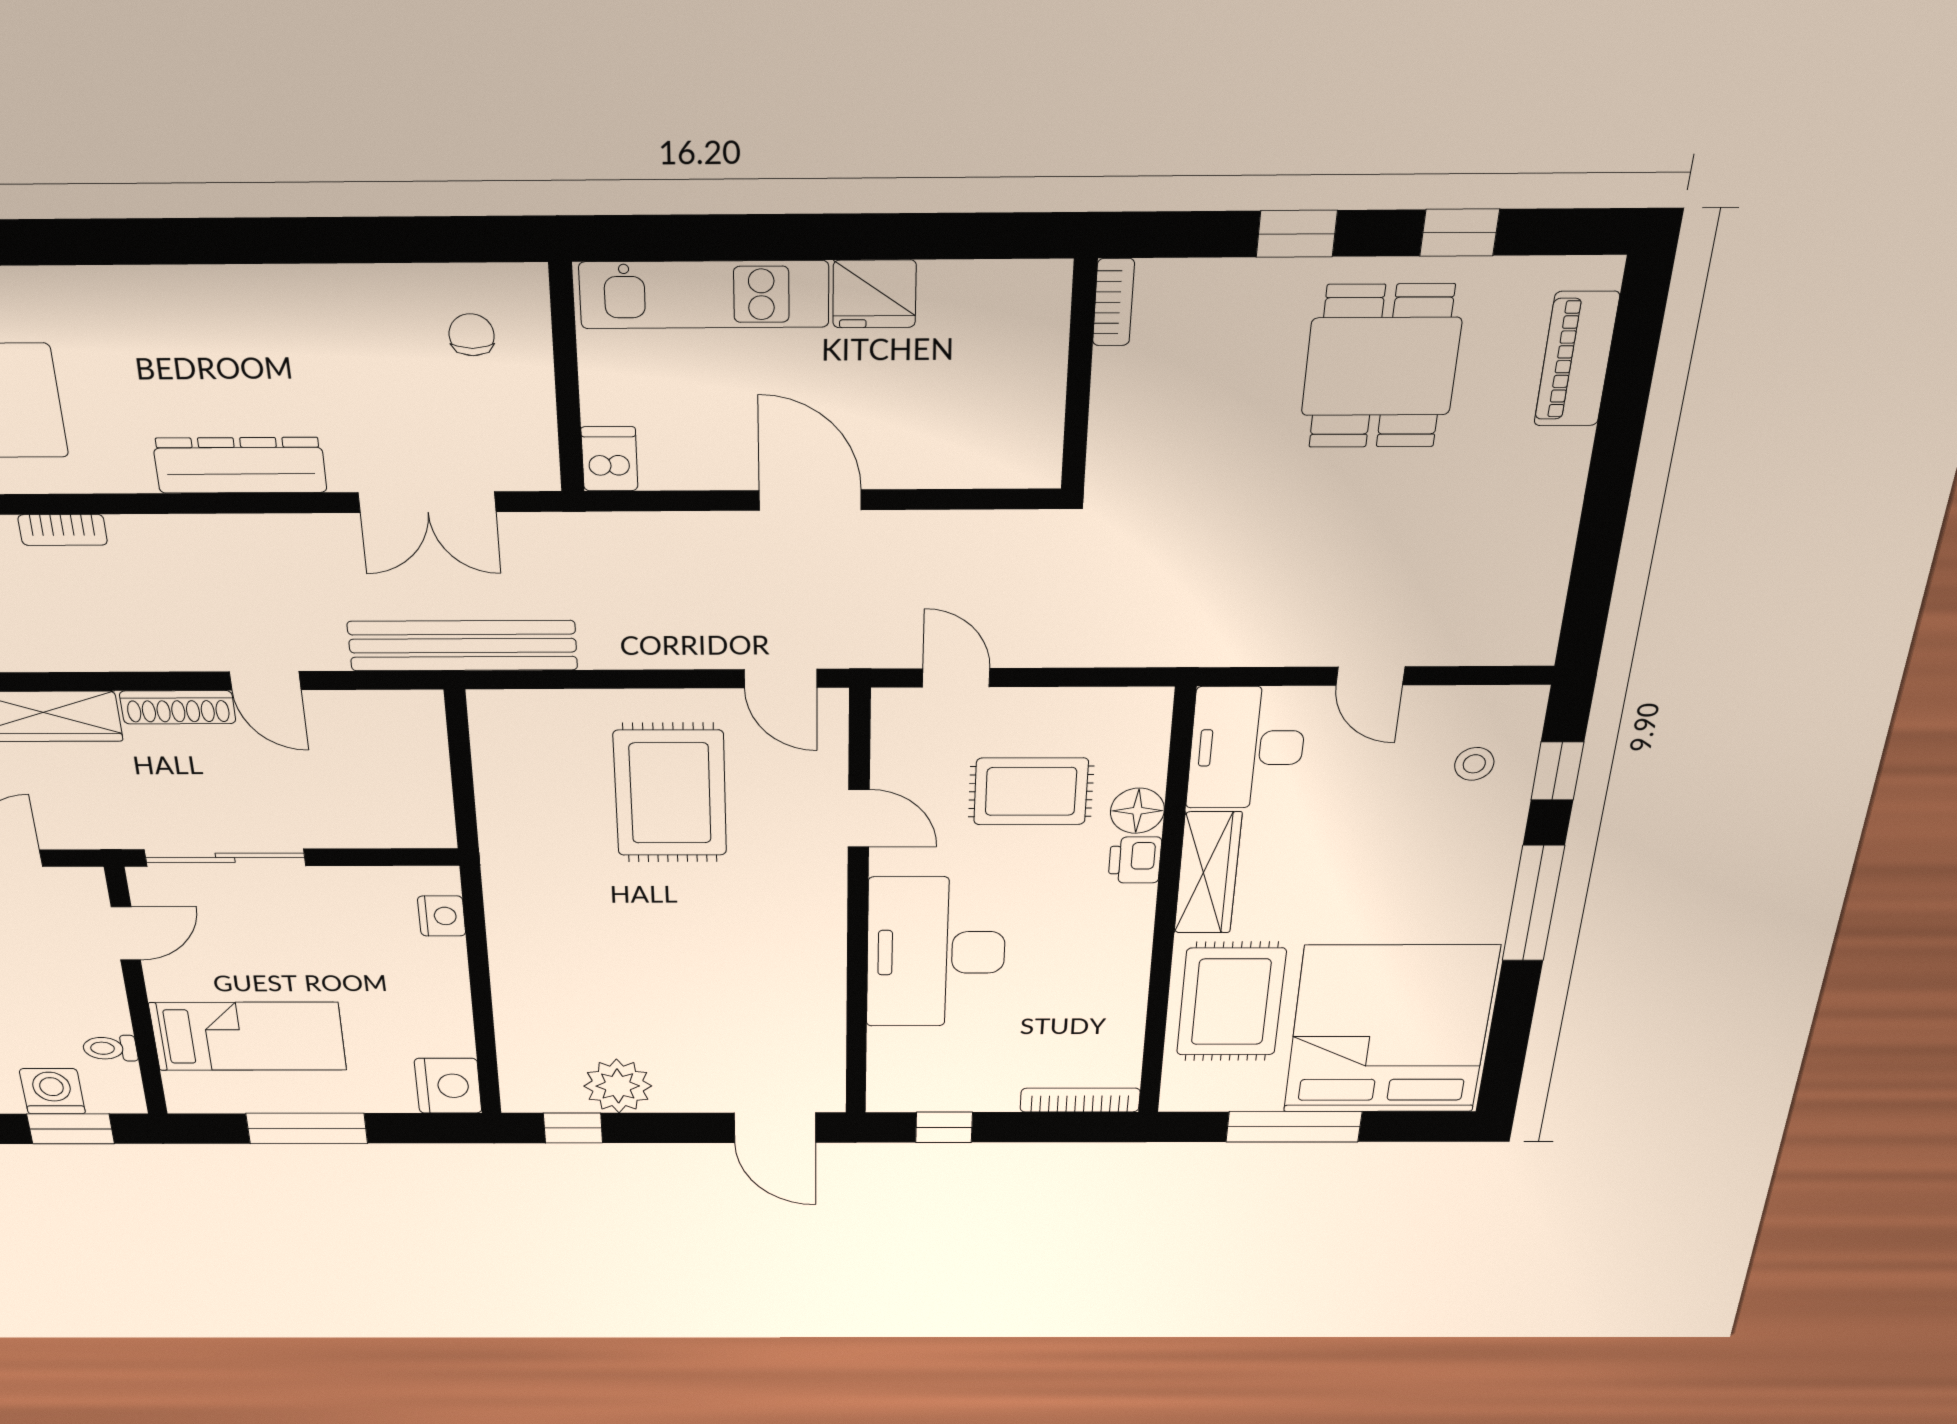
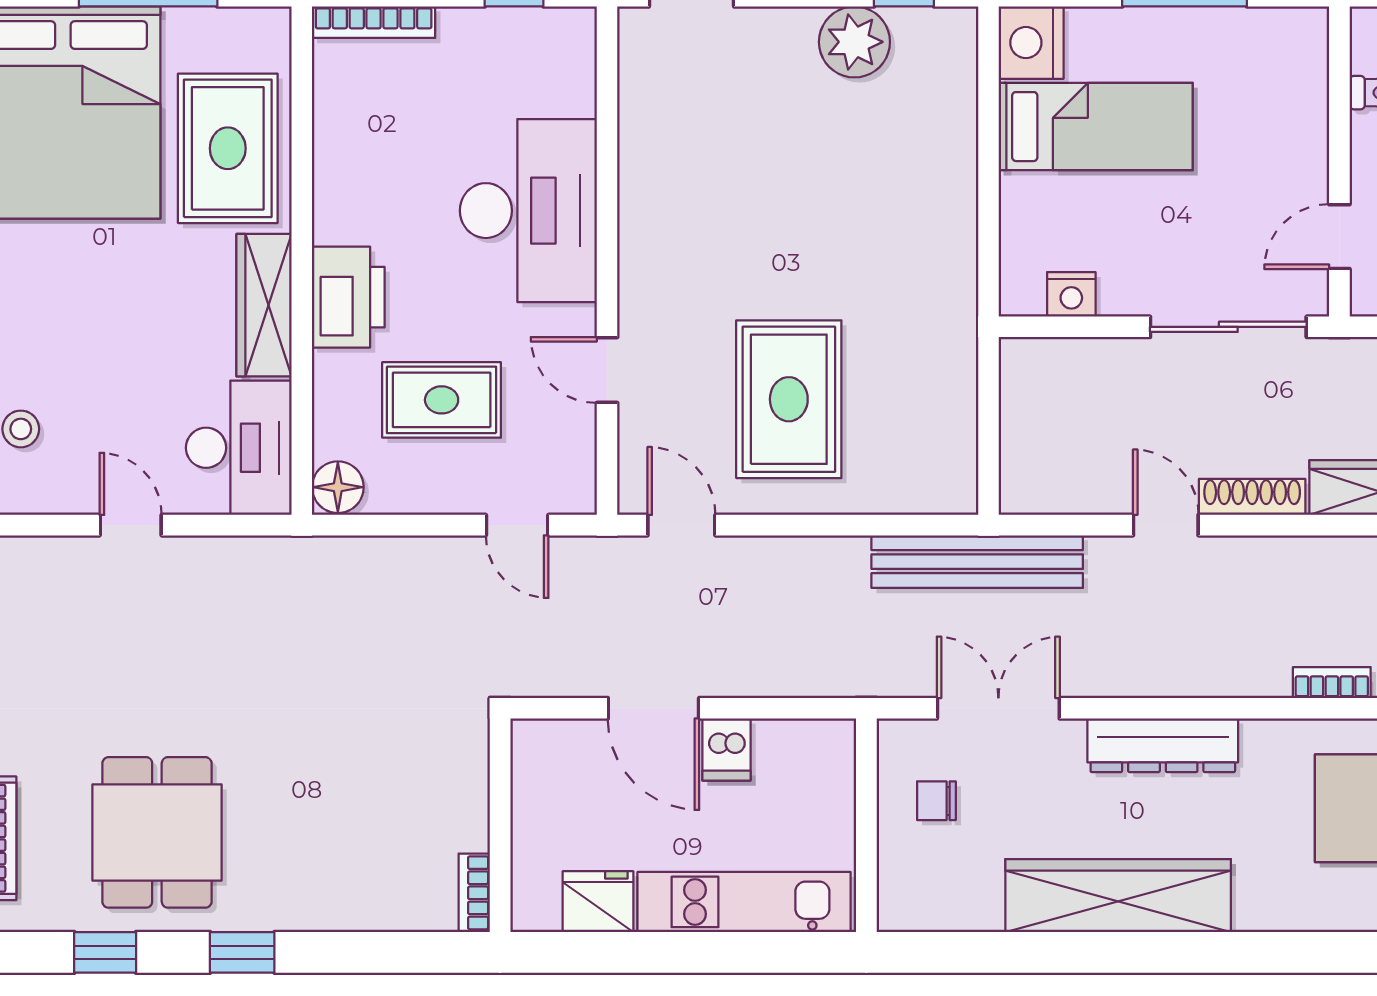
bookcase: (1113, 302) -> (474, 893), moved
wardrobe: (270, 305) -> (1118, 896), added
chair: (472, 335) -> (936, 801), moved, turned 90
wall: (1079, 376) -> (500, 825), moved
dishwasher: (609, 459) -> (726, 749), moved
floor lamp: (1137, 811) -> (338, 487), moved
printer: (1135, 860) -> (348, 297), width x1.87, depth x1.48
nightstand: (442, 916) -> (1071, 294), moved, turned -90
bed: (248, 1036) -> (1096, 127), moved, turned 180

